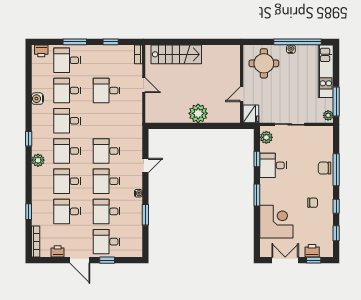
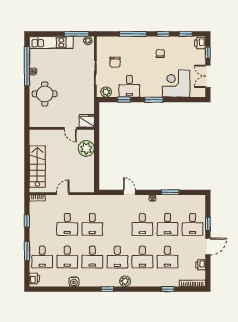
wall: (242, 84) -> (62, 128), moved
door: (242, 94) -> (70, 128), moved
fridge: (251, 114) -> (87, 121), moved
desk: (107, 151) -> (92, 224), moved
chair: (325, 168) -> (115, 62), moved
printer: (312, 251) -> (200, 43), moved

